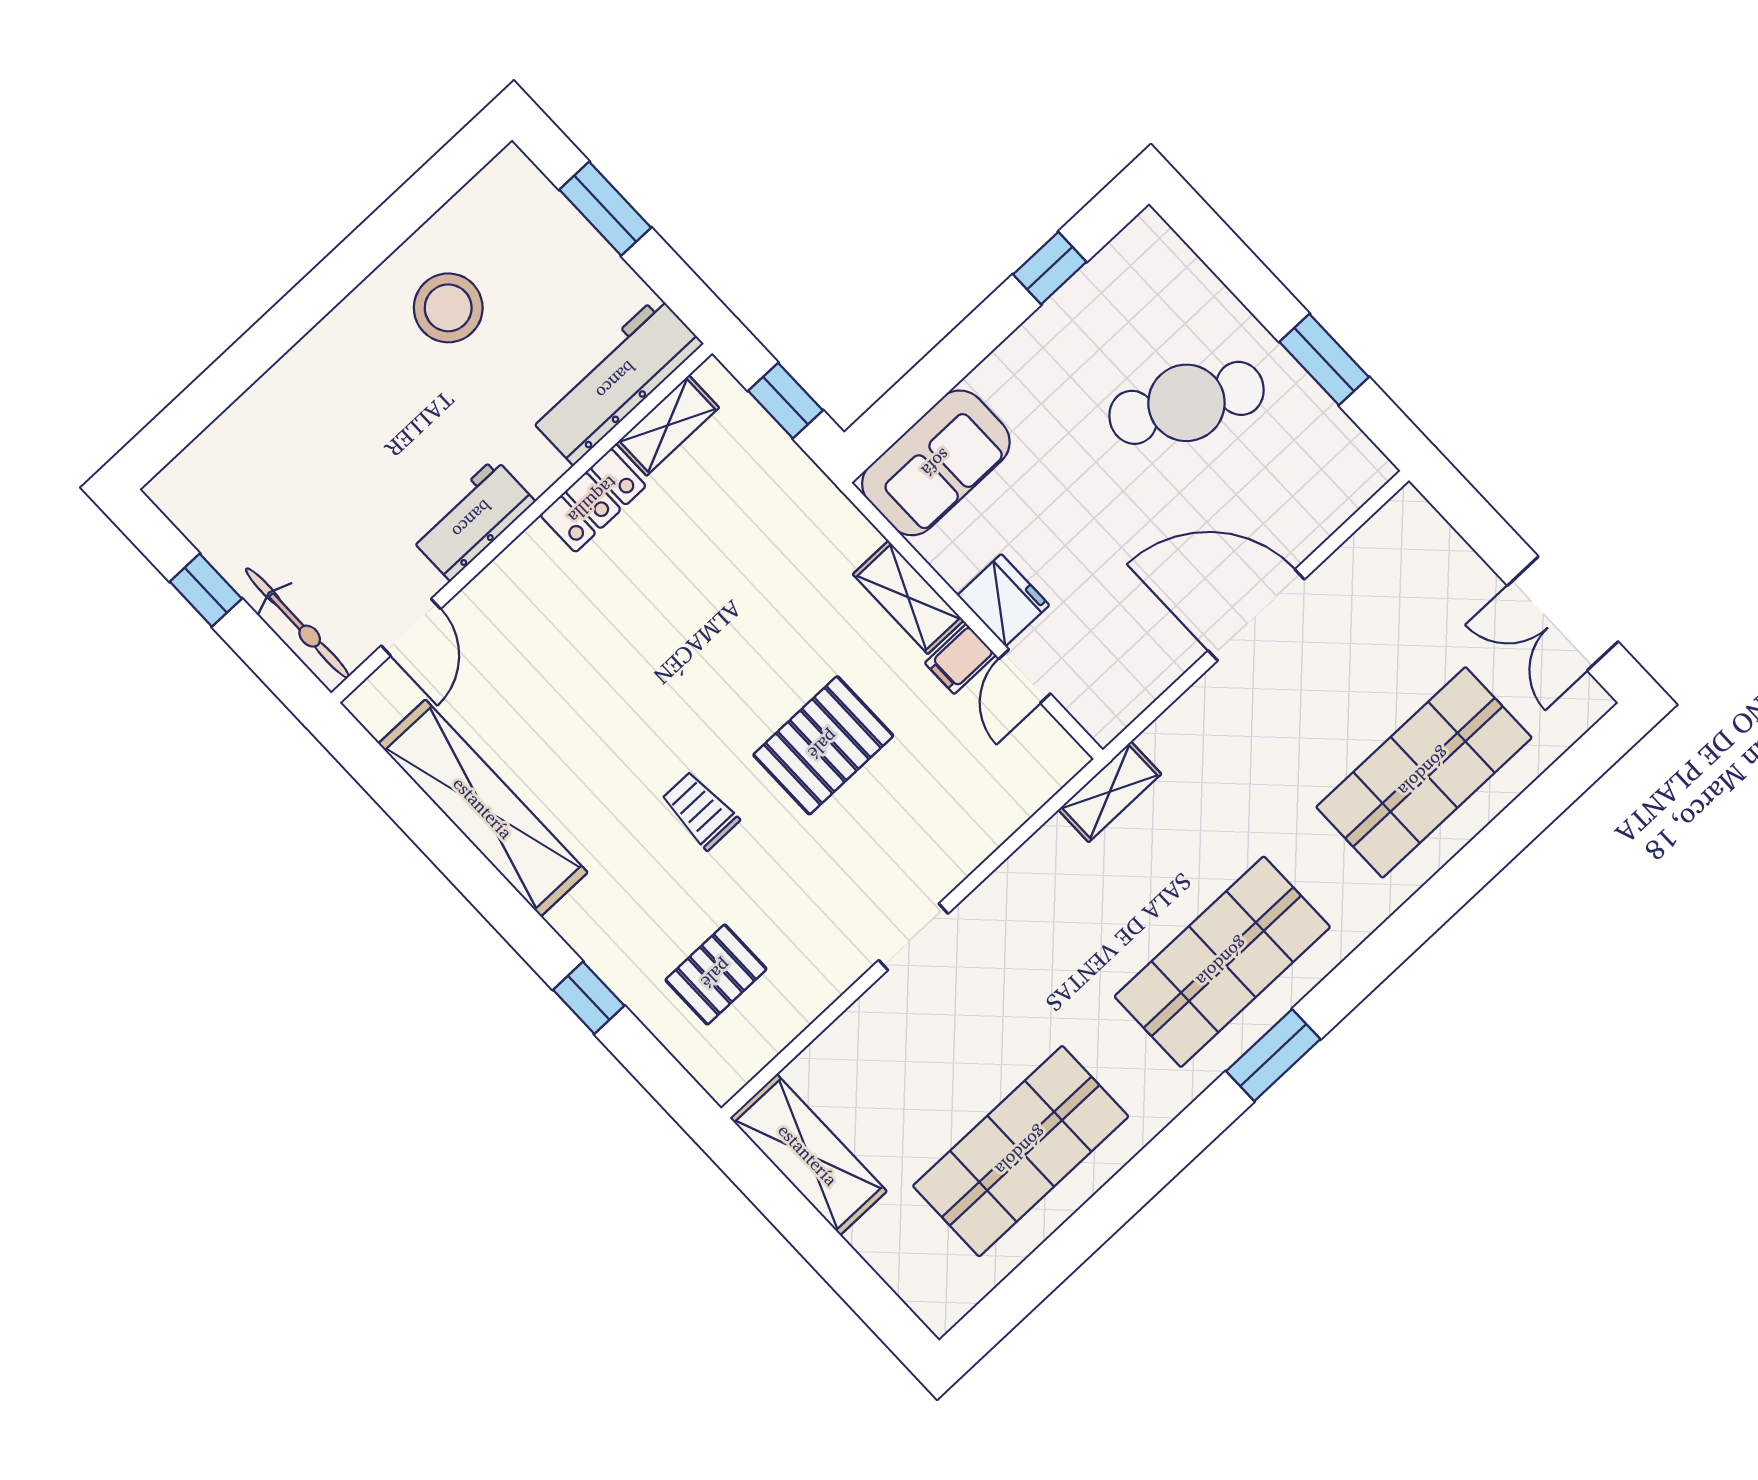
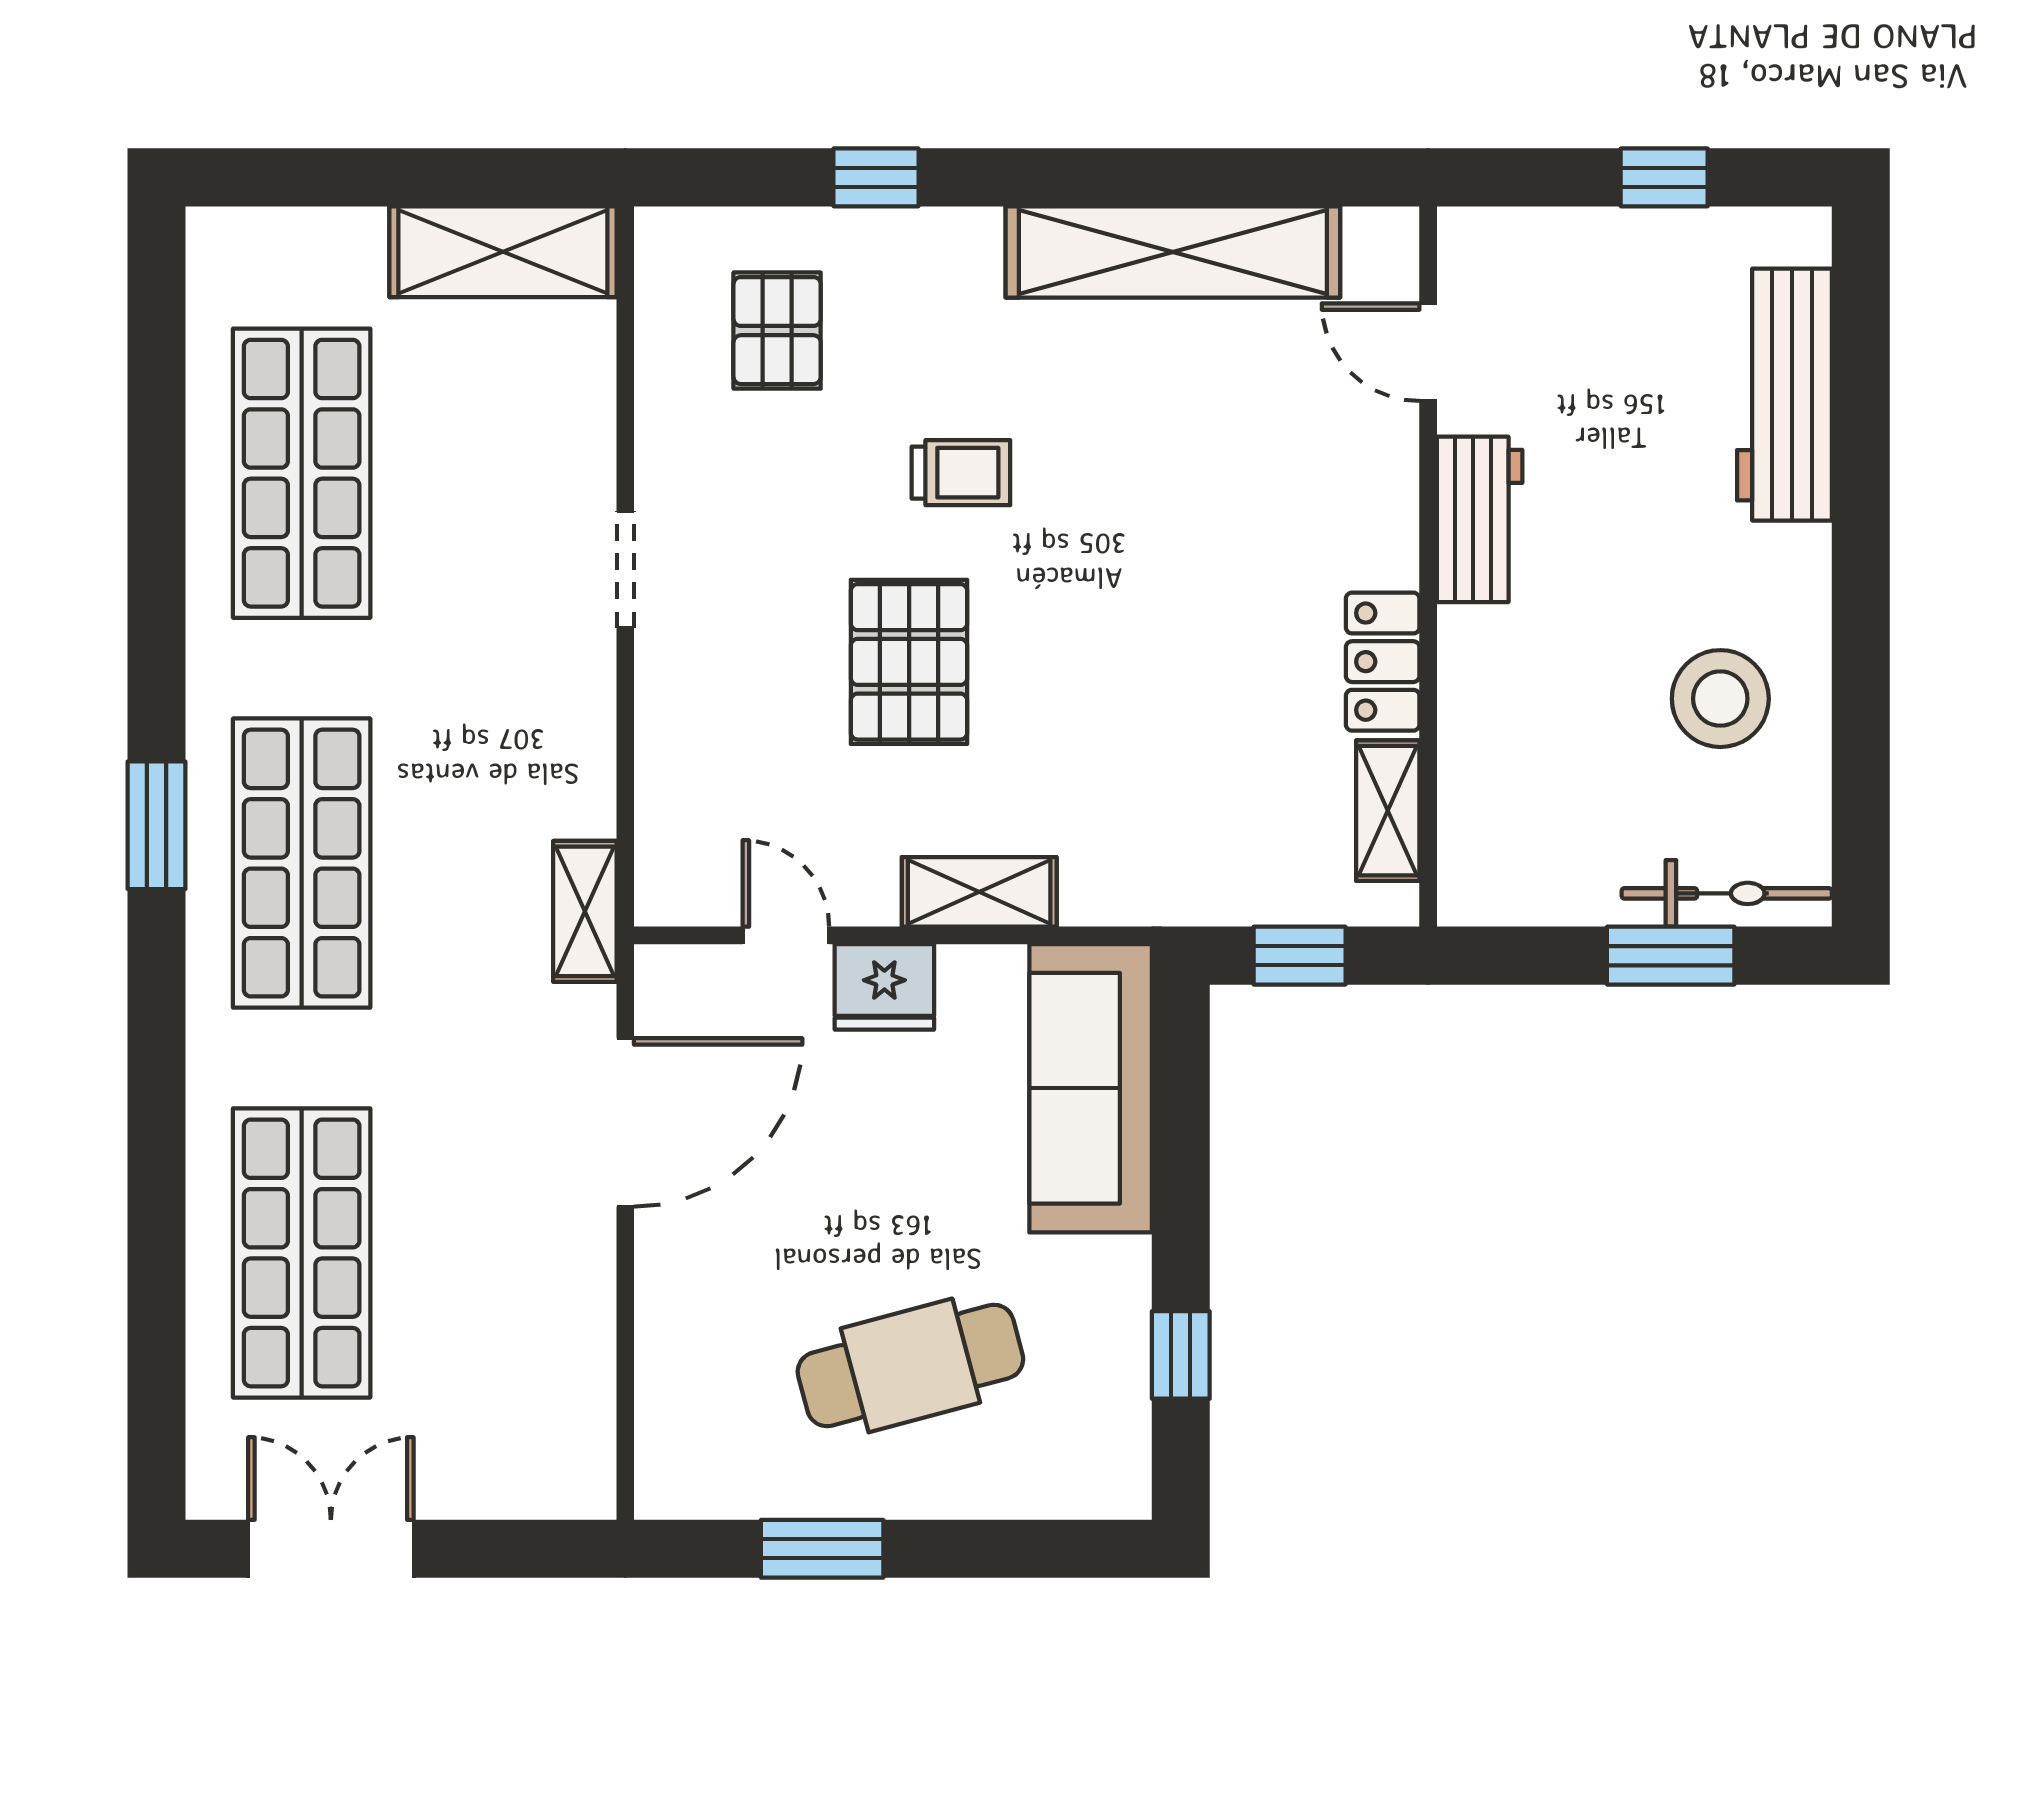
workbench: (616, 380) -> (1784, 395), moved, turned 180
cafe table: (1186, 403) -> (910, 1365), turned 47
sofa: (936, 463) -> (1091, 1088), width x1.36
door: (1256, 615) -> (625, 1122), moved
bicycle: (297, 623) -> (1727, 893), moved, turned 180
filing cabinet: (960, 659) -> (866, 886), removed

